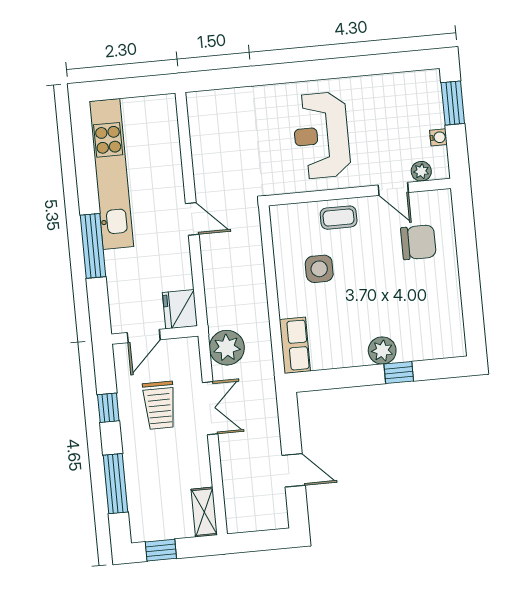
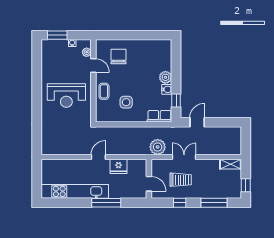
door: (393, 189) -> (93, 66), hinge flipped
fridge: (180, 309) -> (119, 166), moved
water cooler: (356, 356) -> (167, 89), added
window: (399, 373) -> (176, 100), moved
door: (294, 470) -> (197, 122), moved

